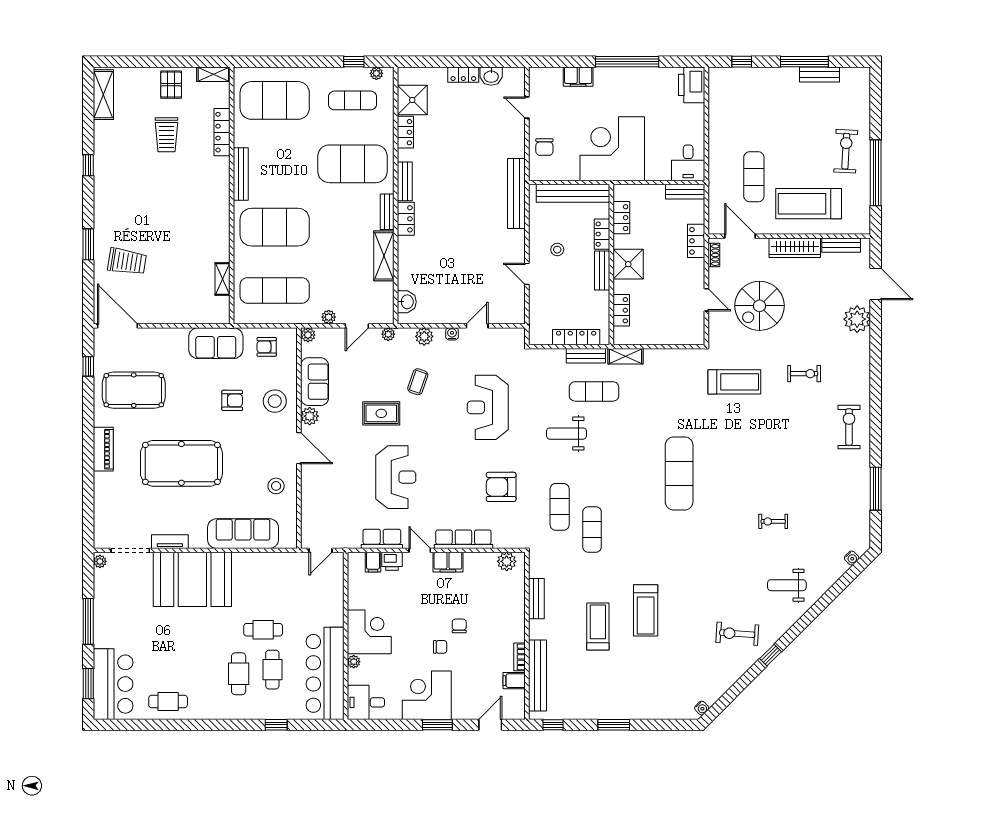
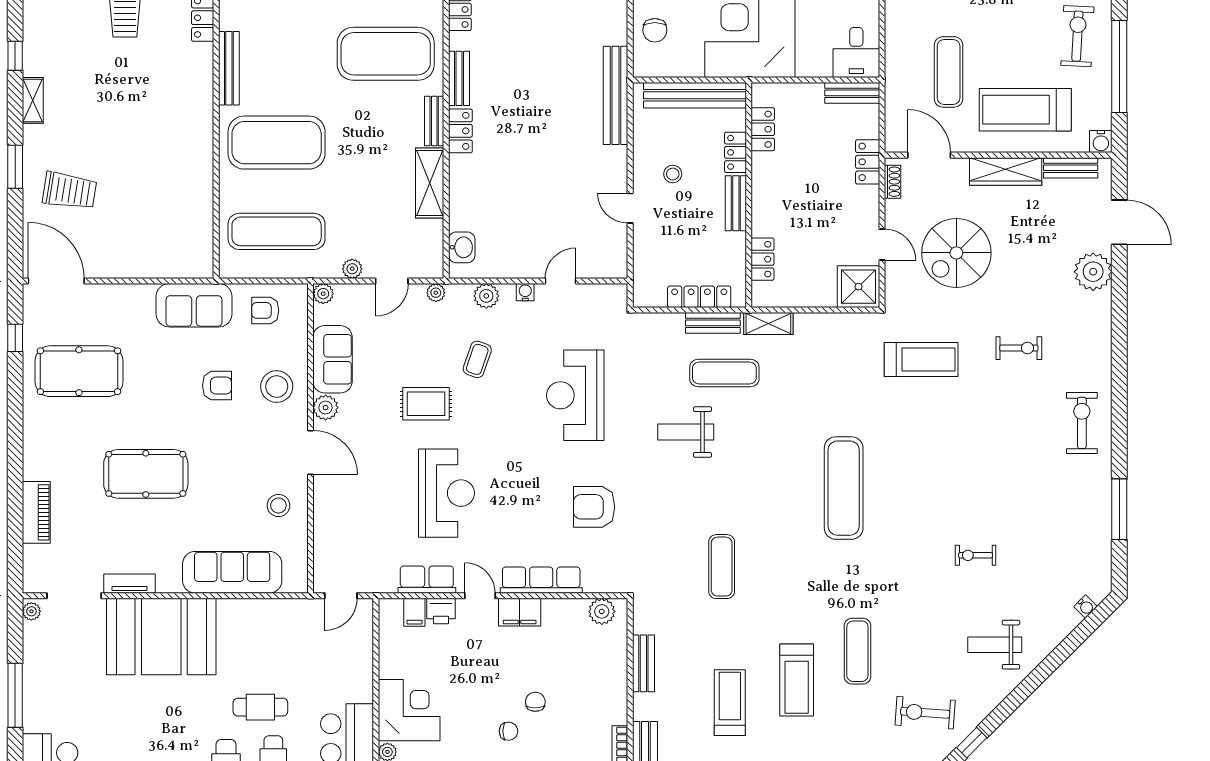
water cooler: (863, 226) -> (1101, 142), added
shower: (628, 264) -> (858, 287), moved
shelving: (222, 279) -> (33, 100), moved
piano: (103, 449) -> (36, 512), moved
pool table: (181, 463) -> (146, 474), width x0.73, depth x0.76
exercise mat: (560, 507) -> (857, 651), moved

